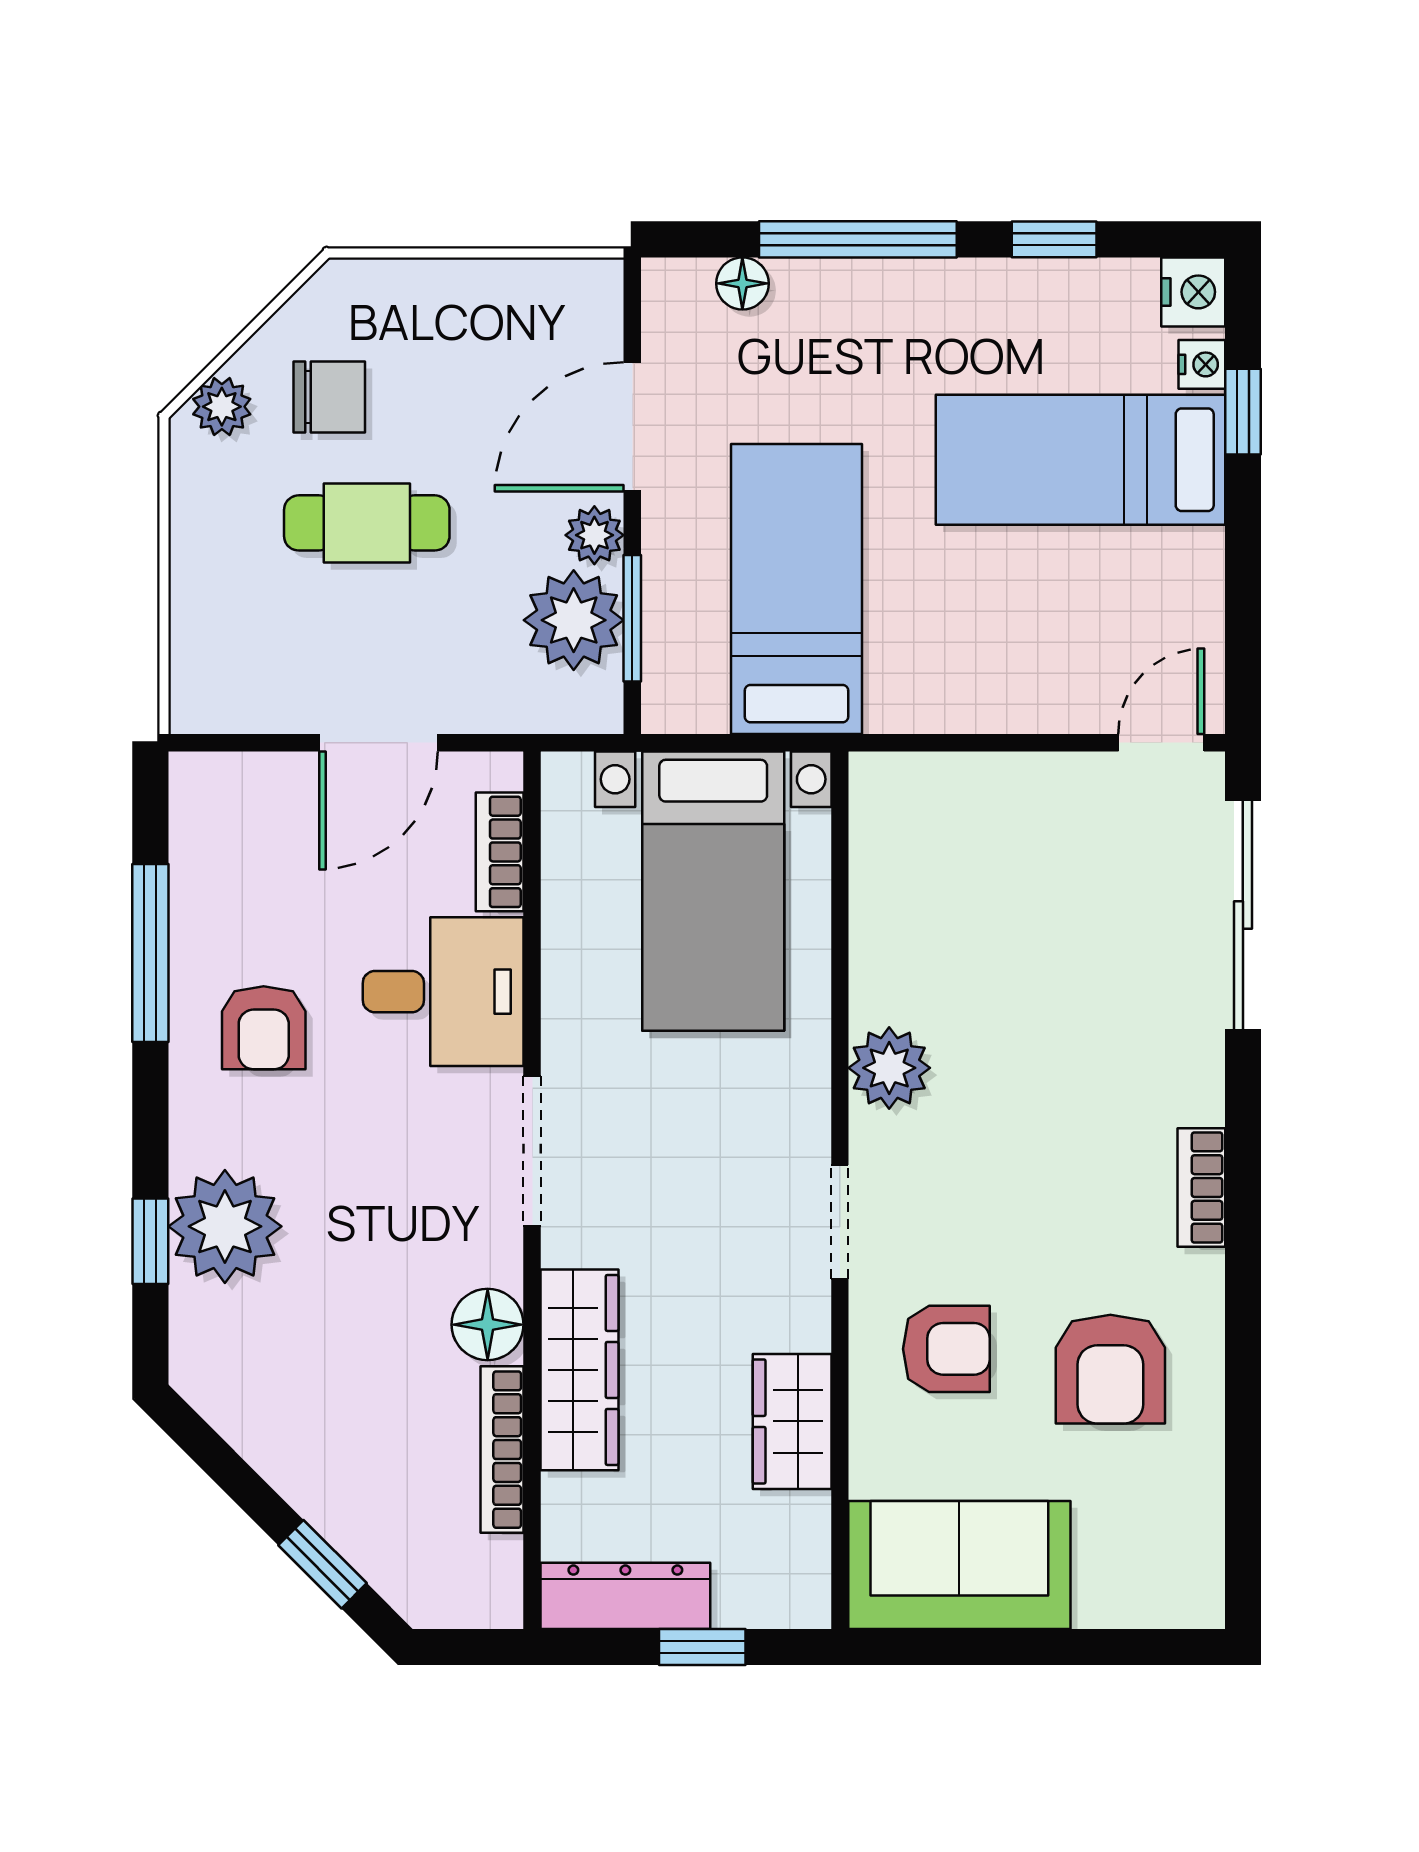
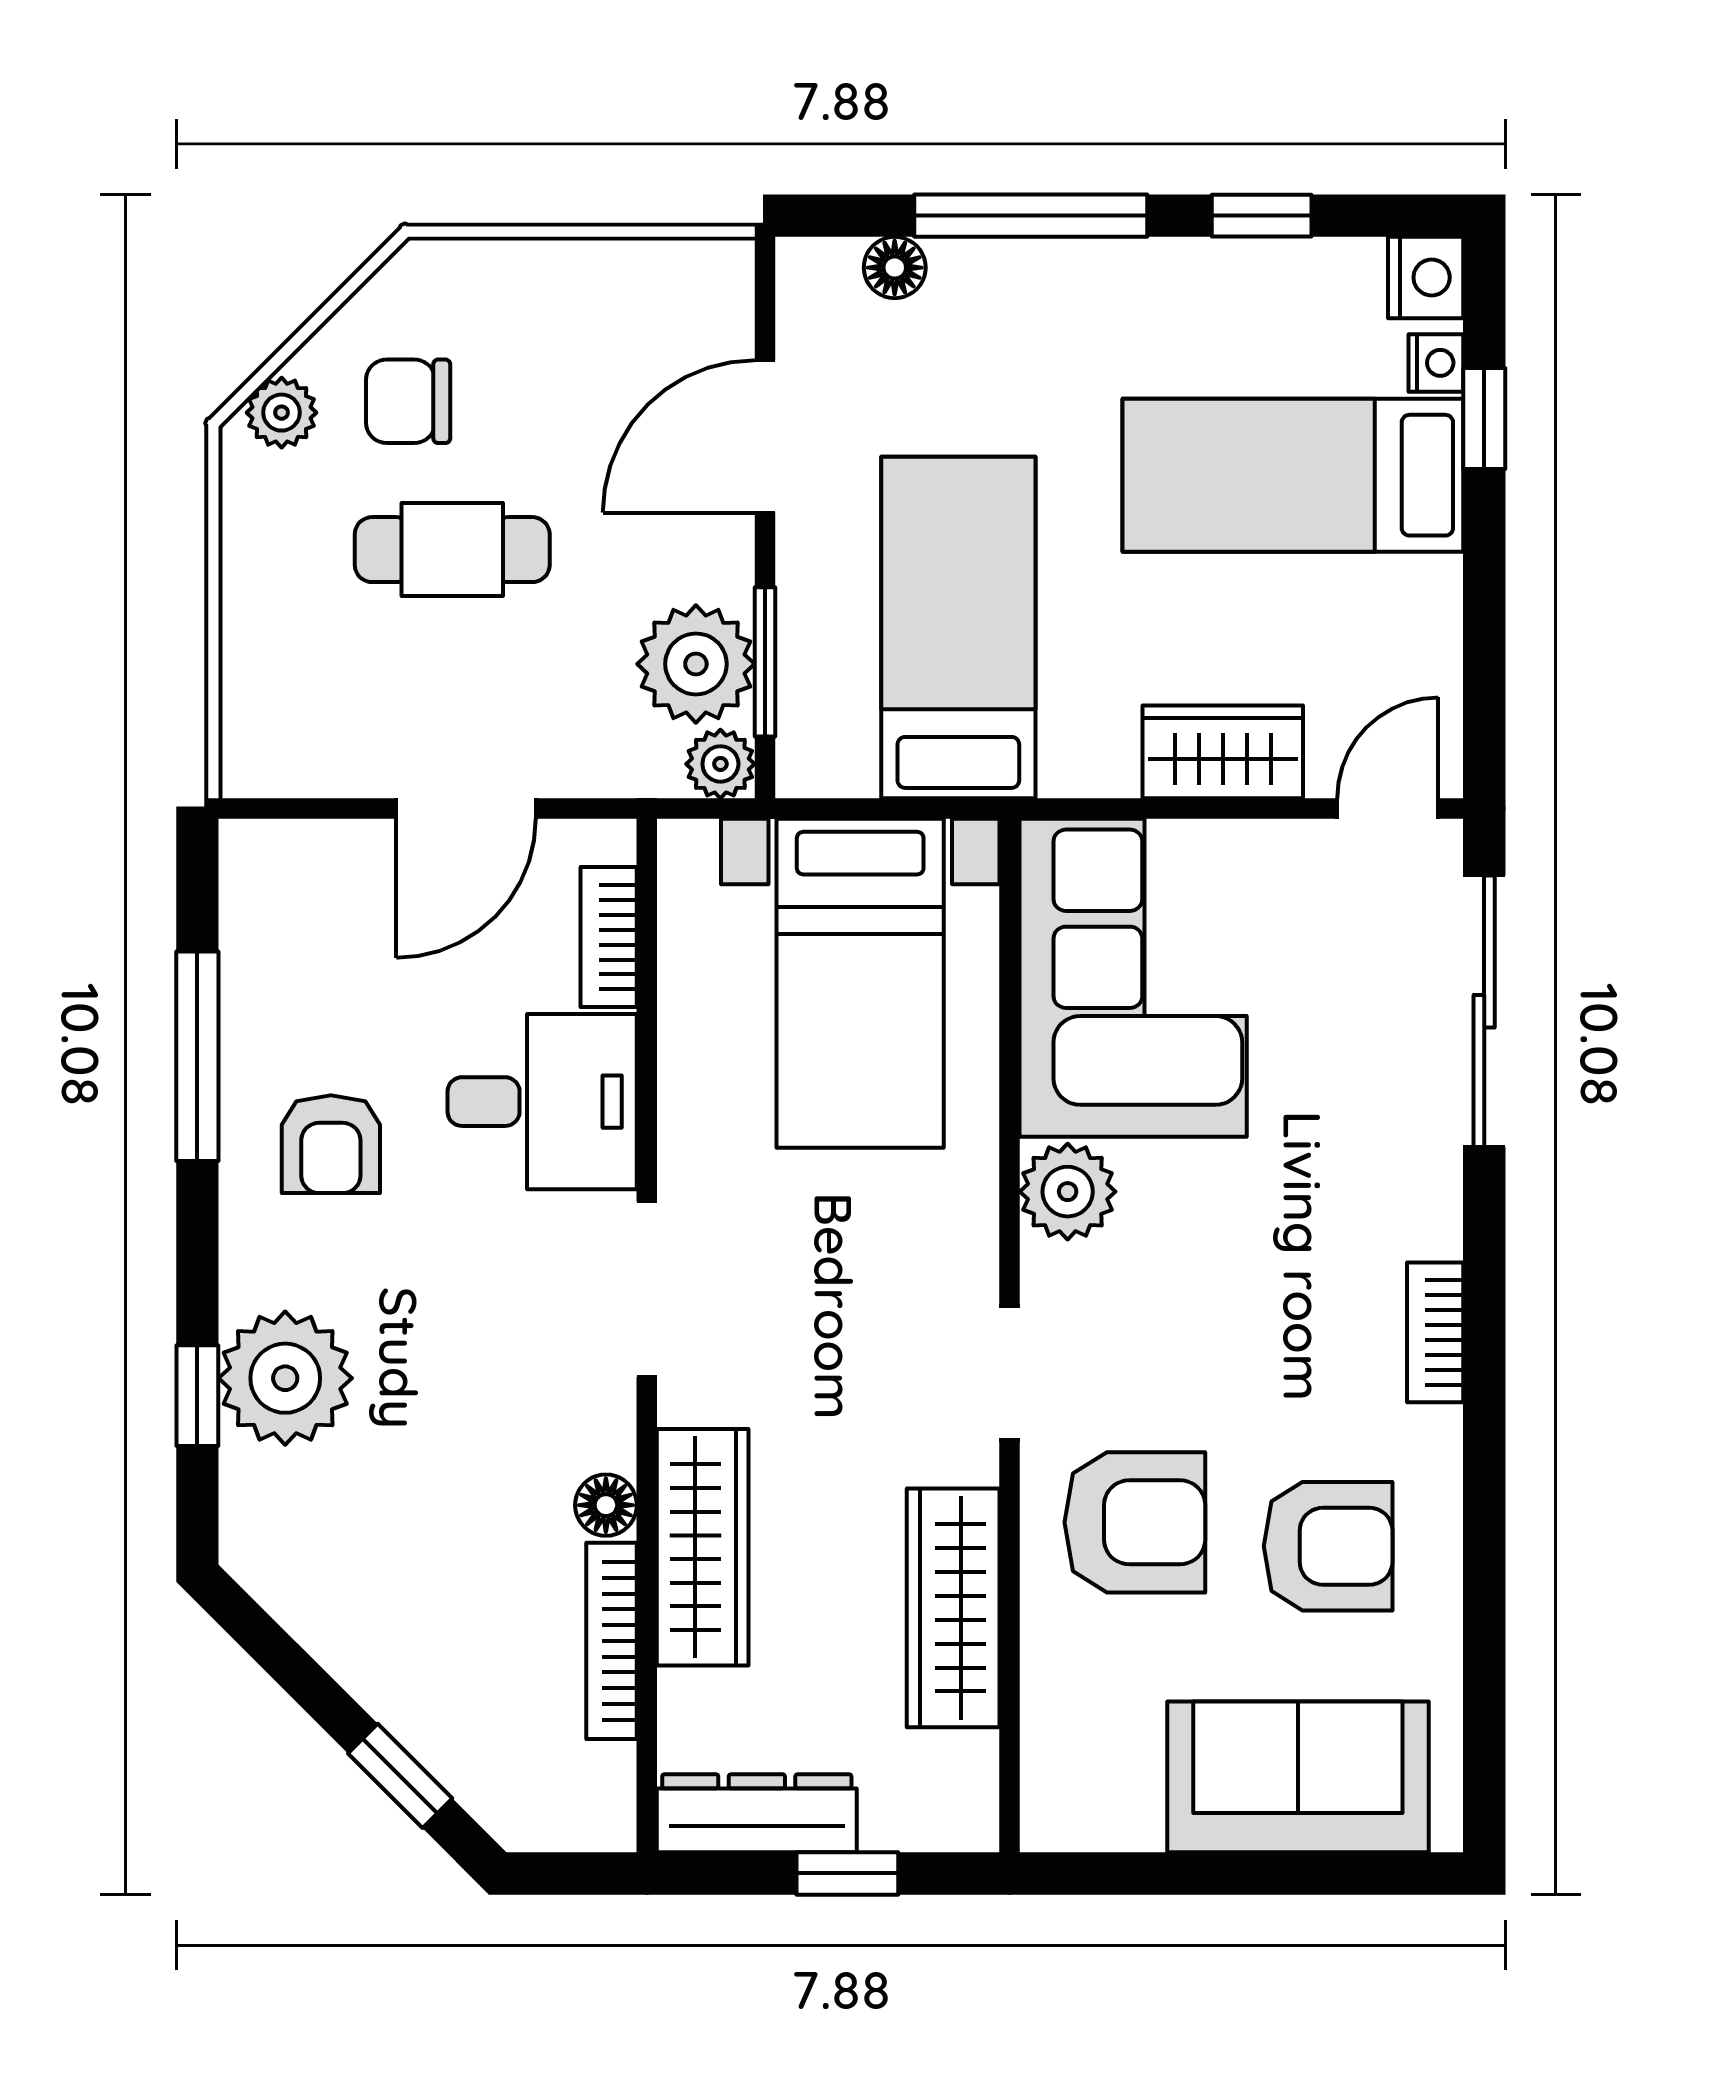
chair: (329, 397) -> (408, 401), turned 180
plant: (594, 535) -> (720, 764), moved
wardrobe: (1021, 695) -> (1223, 752), added
corner sofa: (945, 886) -> (1133, 978), added
floor lamp: (488, 1325) -> (606, 1505), width x0.73, depth x0.73
armchair: (946, 1349) -> (1135, 1522), width x1.38, depth x1.38
armchair: (1110, 1369) -> (1328, 1546), turned -90
wardrobe: (792, 1421) -> (953, 1608), width x1.50
sofa: (959, 1565) -> (1298, 1777), moved

